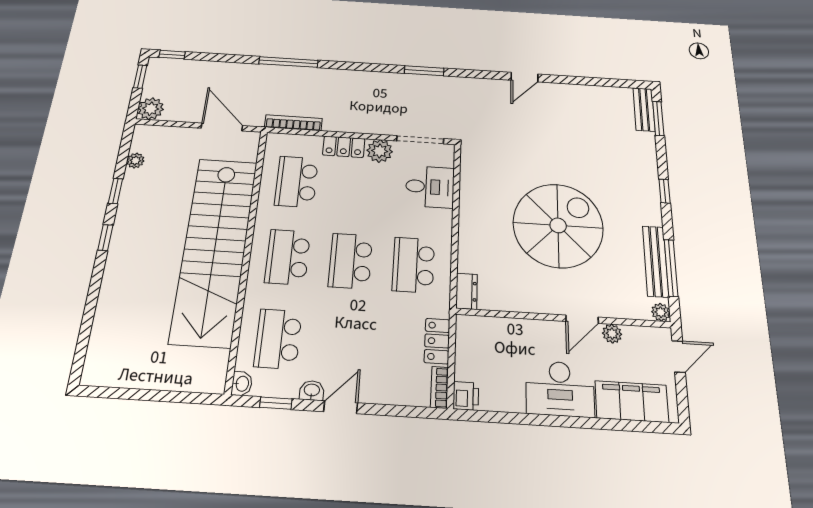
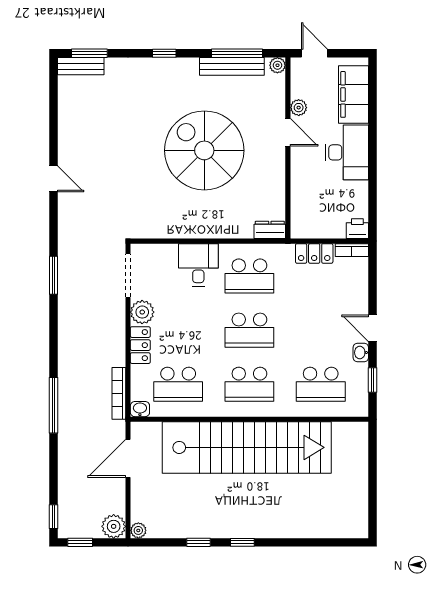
plant: (135, 161) -> (138, 530), moved
desk: (430, 187) -> (198, 265), moved
washbasin: (242, 384) -> (140, 409), moved

